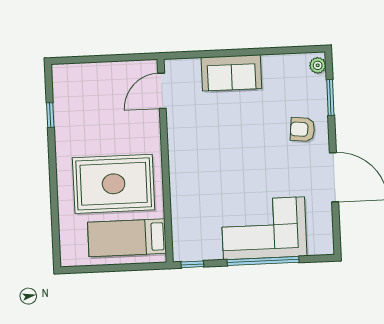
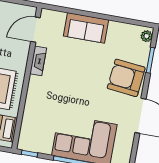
armchair: (302, 129) -> (126, 78), width x1.88, depth x1.88
fireplace: (175, 133) -> (38, 61), added

